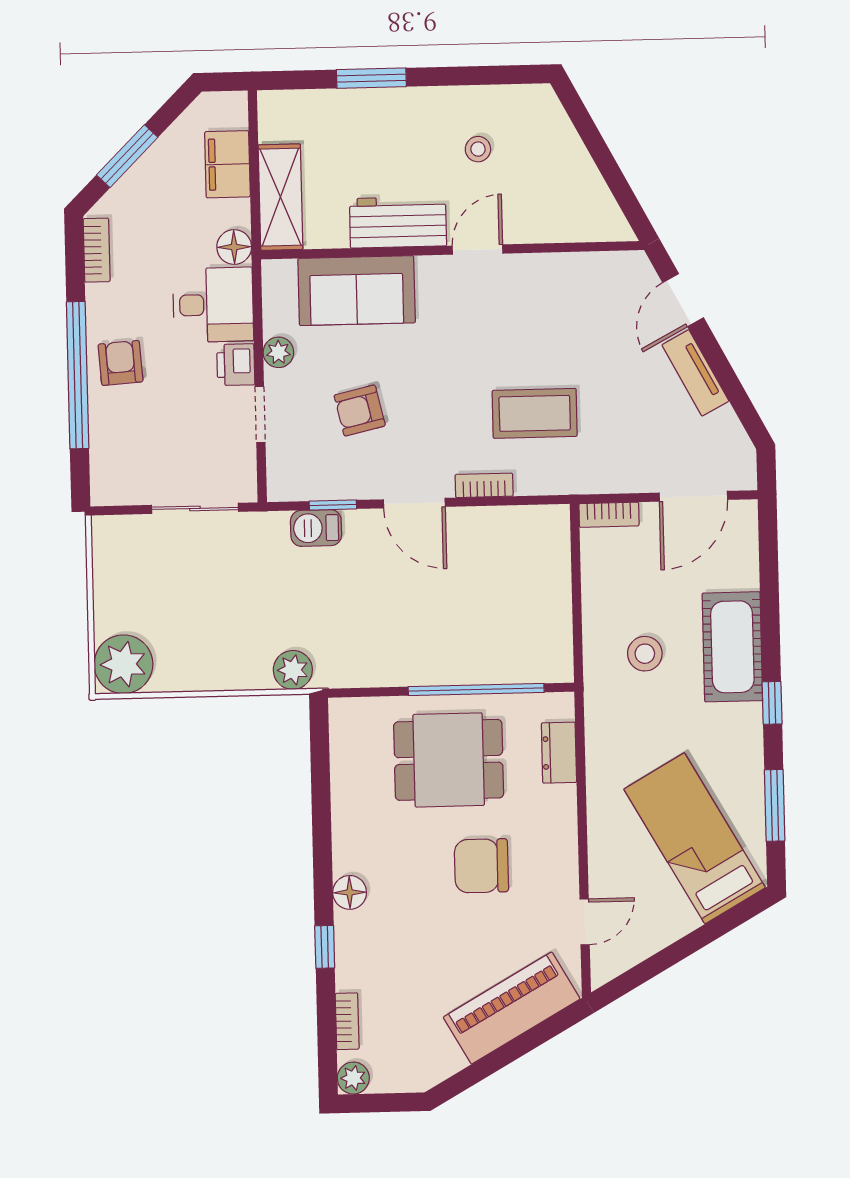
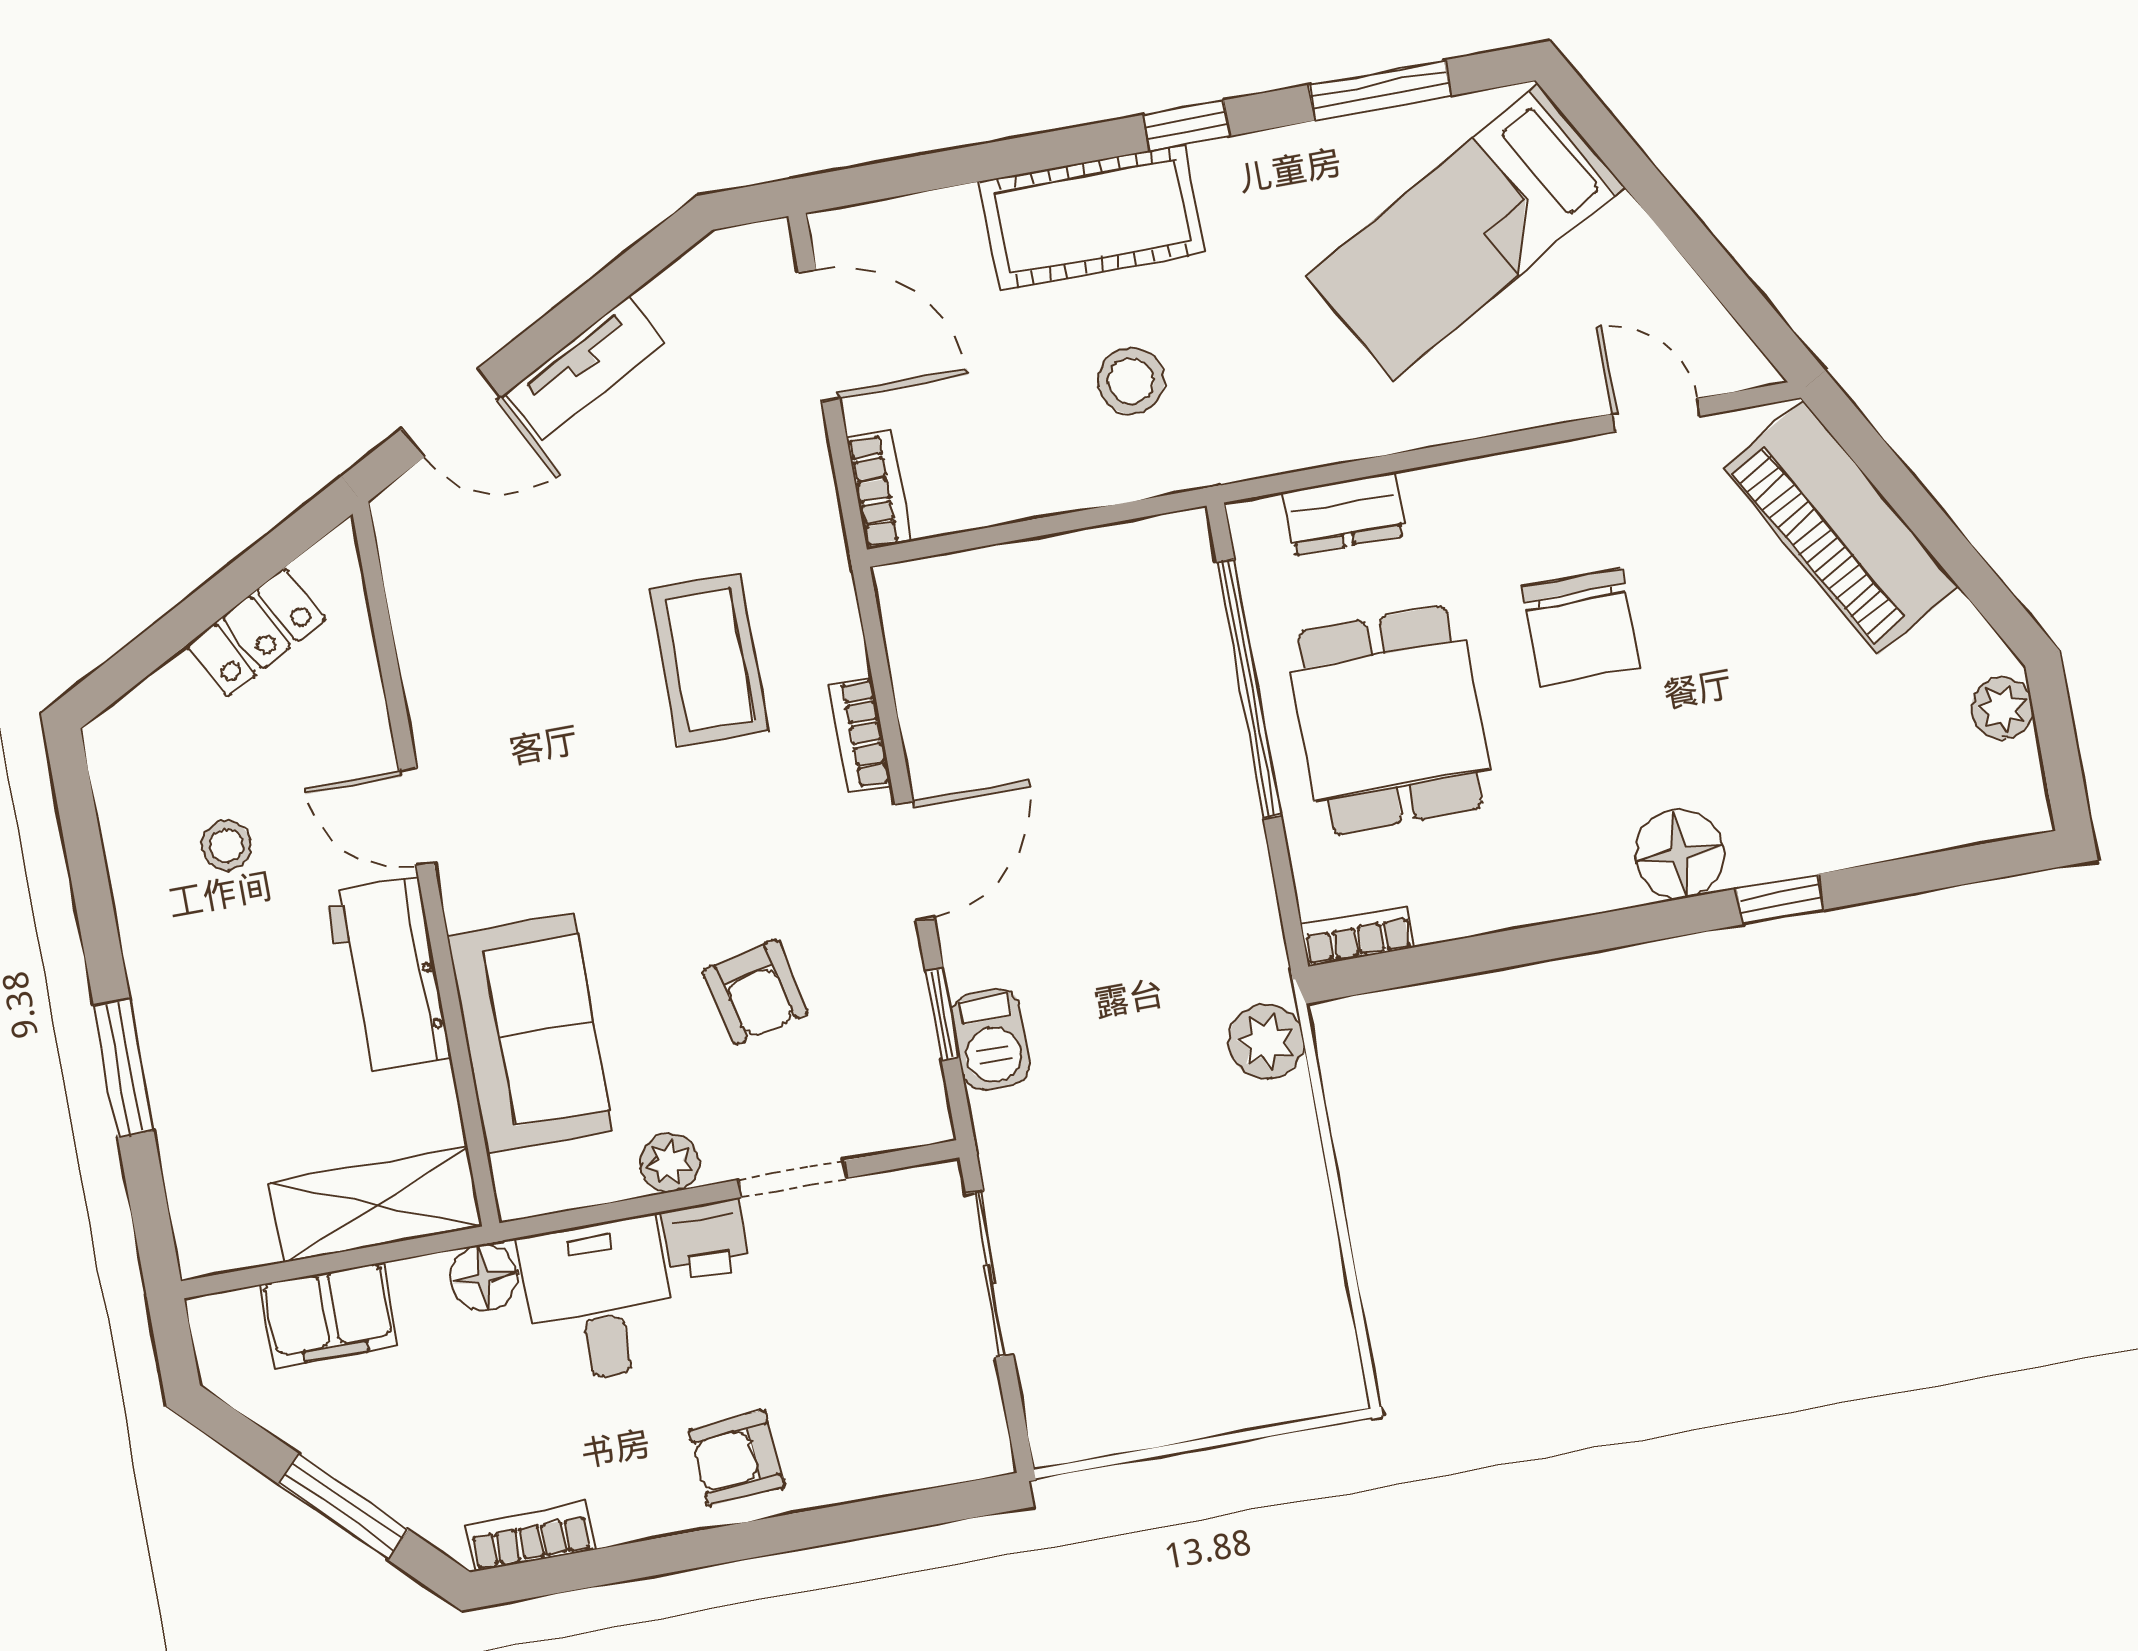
locker: (586, 182) -> (256, 632), added
window: (78, 375) -> (772, 1536), removed
plant: (123, 664) -> (1305, 1363), removed
floor lamp: (350, 892) -> (1680, 854), width x1.38, depth x1.38
bookcase: (347, 1021) -> (1357, 936), moved
plant: (353, 1078) -> (2002, 708), moved

